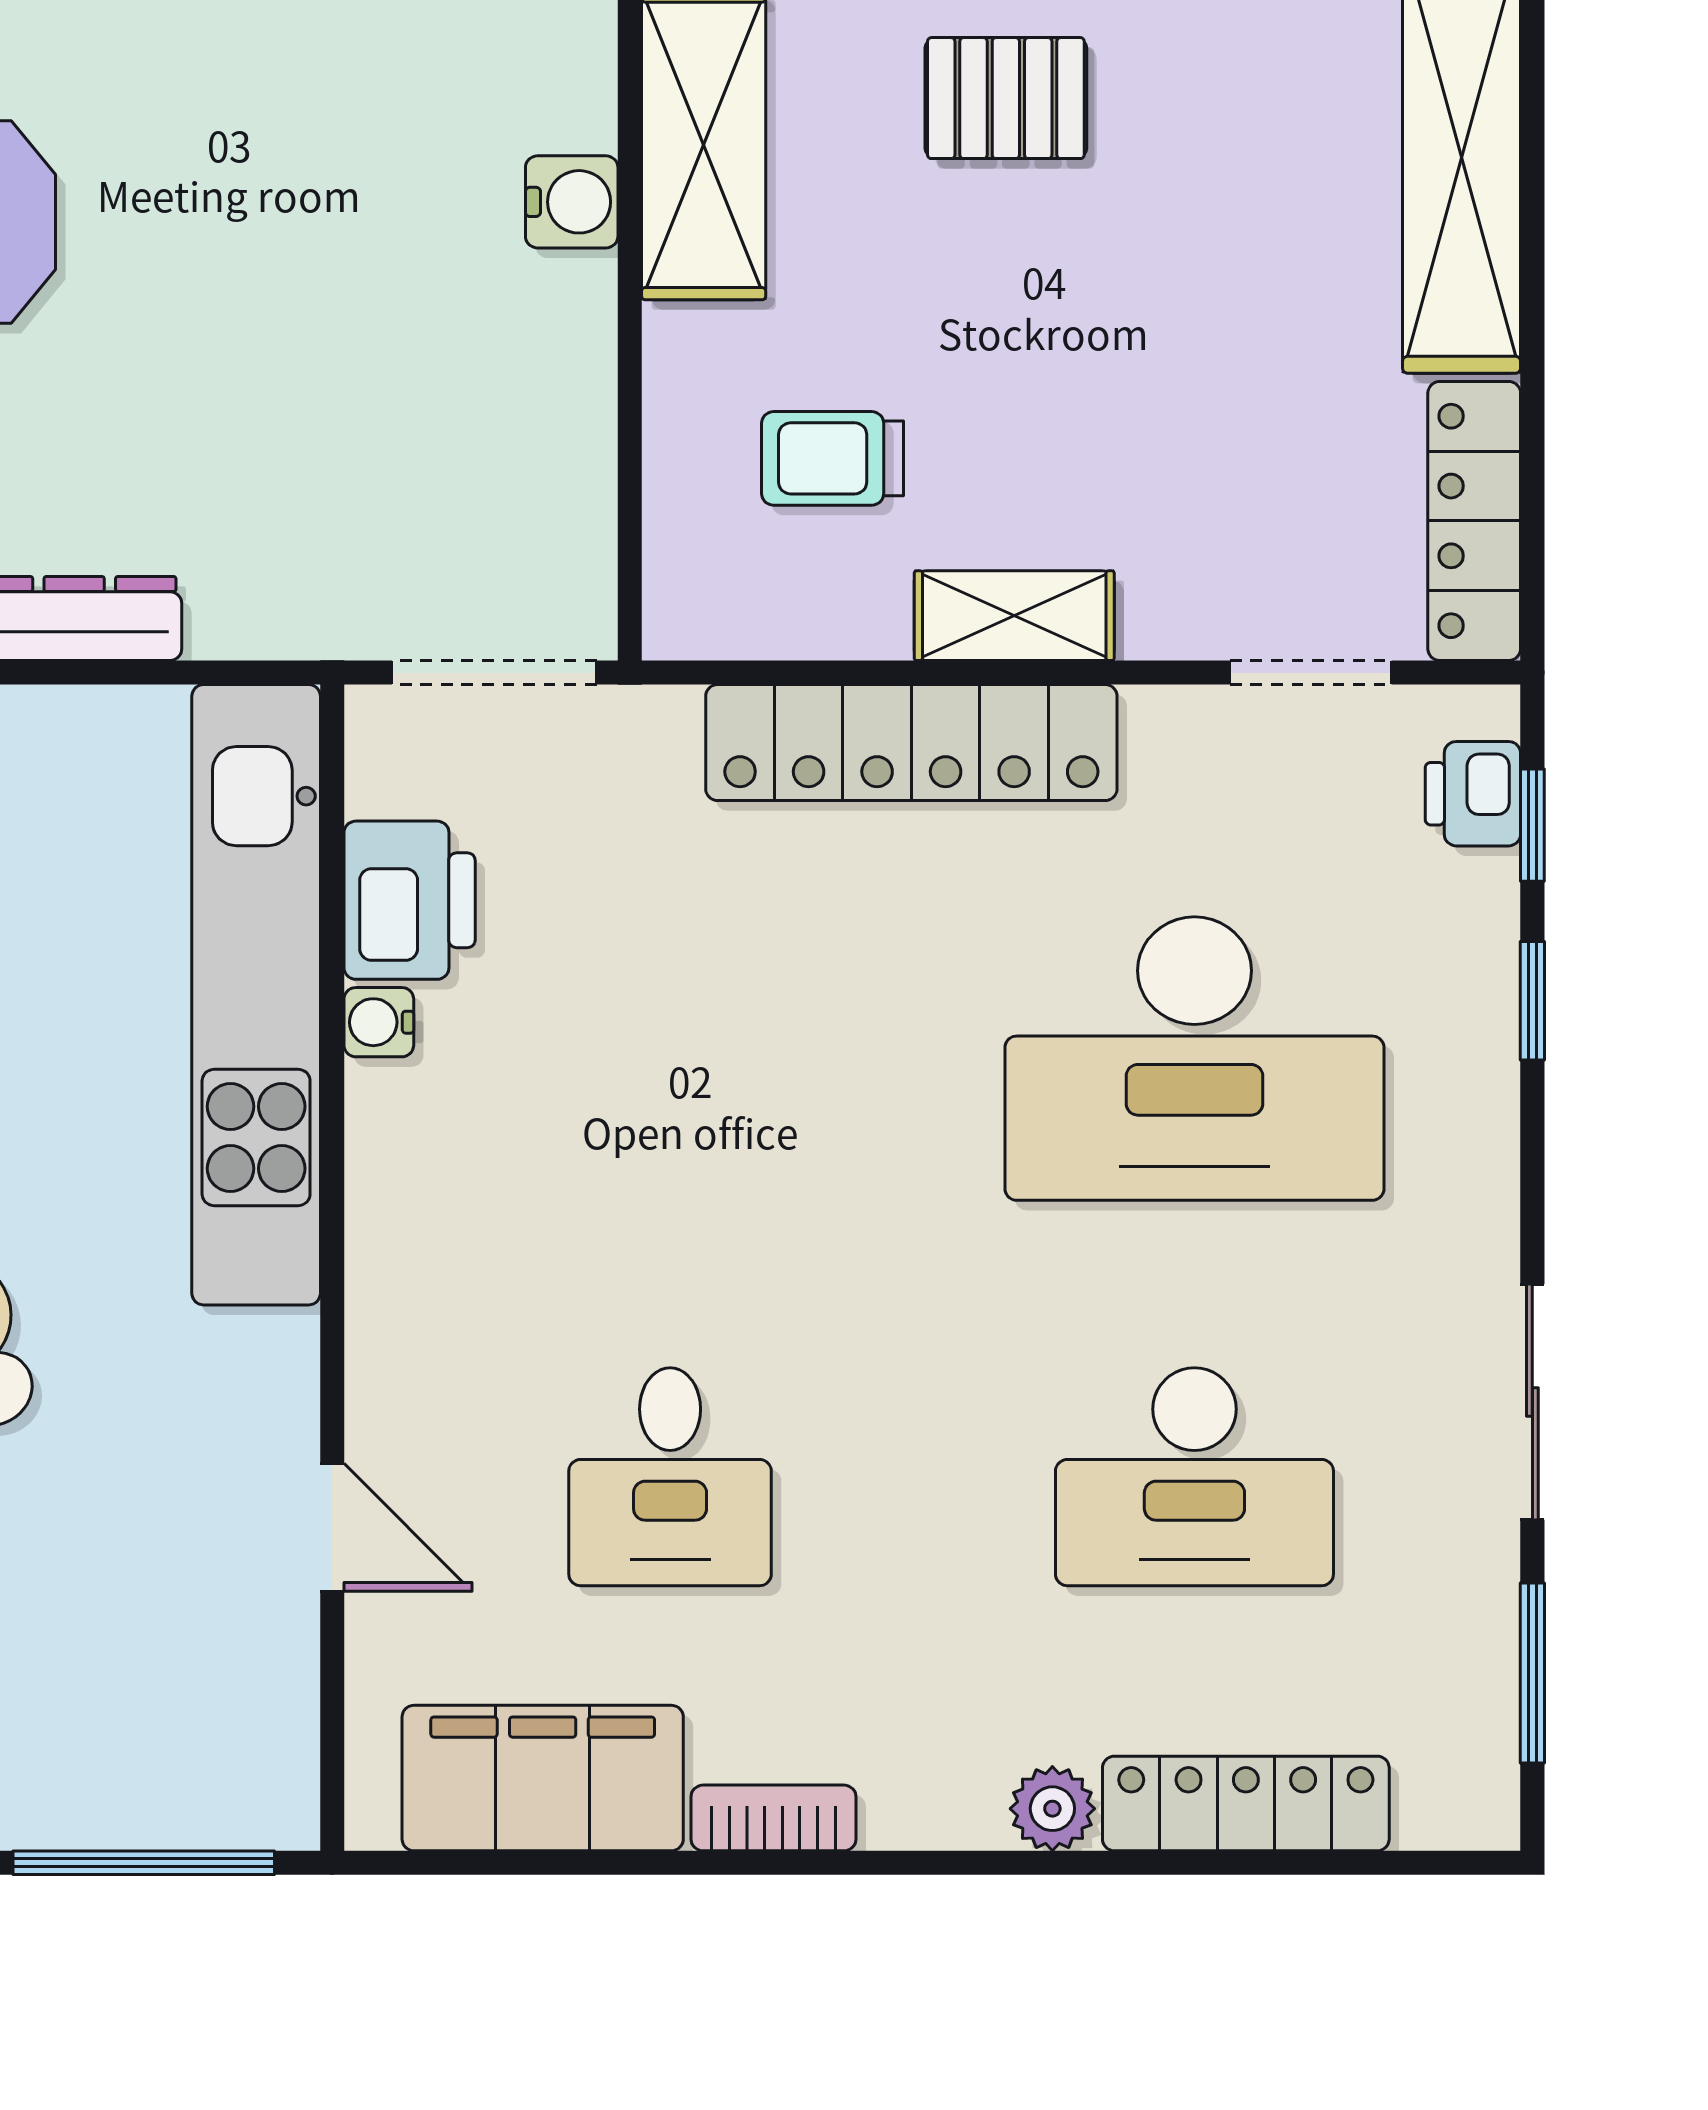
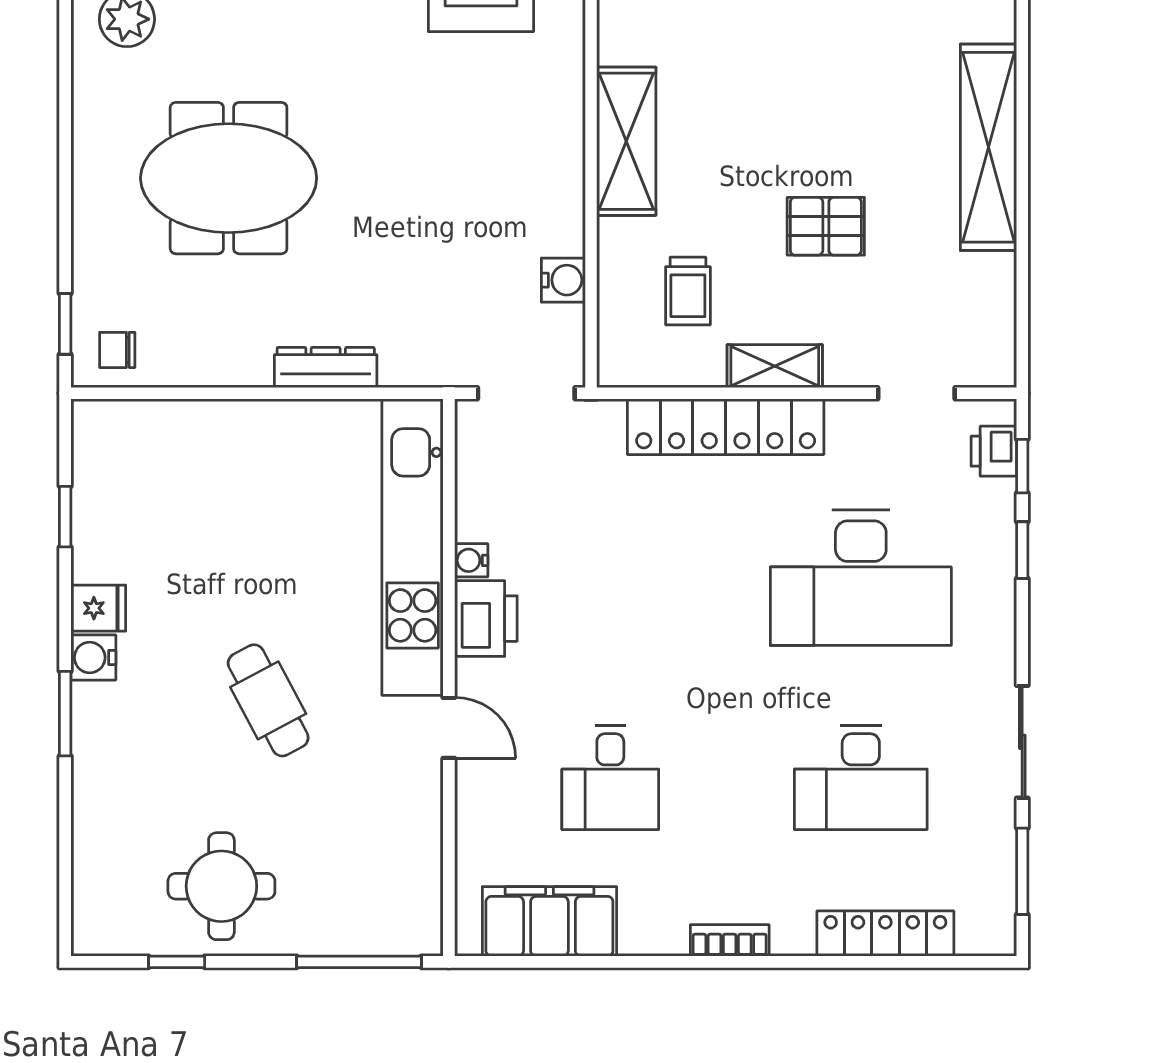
pallet: (1006, 98) -> (826, 226), moved
water cooler: (572, 202) -> (563, 280), moved
trolley: (833, 458) -> (688, 291), turned -90
locker: (1474, 521) -> (994, 321), removed
printer: (410, 900) -> (486, 619), moved
door: (332, 1527) -> (449, 728), moved
plant: (1052, 1809) -> (793, 936), removed
bookcase: (774, 1818) -> (730, 940), moved

